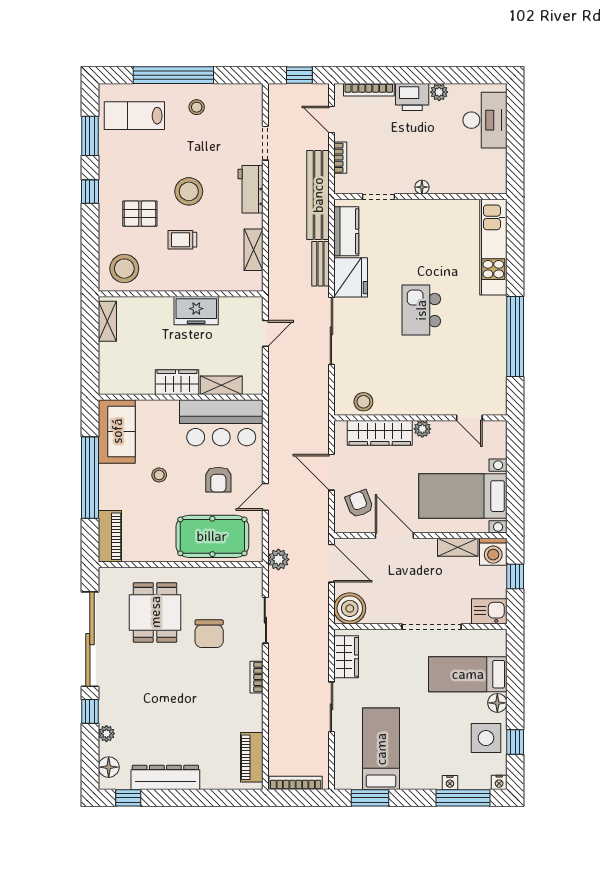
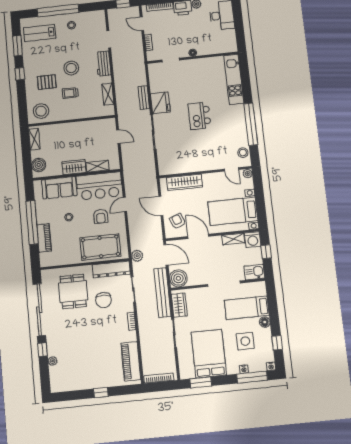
bench: (318, 195) -> (162, 293), moved
kitchen counter: (346, 231) -> (156, 79), removed
freezer: (196, 311) -> (81, 129), removed
door: (265, 333) -> (118, 137), hinge flipped
boiler: (111, 371) -> (39, 165), added
stool: (363, 402) -> (243, 153), moved
plant: (422, 429) -> (248, 174), moved
sofa: (117, 431) -> (59, 188), moved, turned 90
door: (265, 497) -> (125, 204), moved
piano: (110, 536) -> (44, 238), moved
side table: (486, 738) -> (245, 341), moved
bed: (381, 749) -> (209, 354), width x1.50
piano: (252, 757) -> (131, 361), width x1.37, depth x1.33
floor lamp: (109, 767) -> (55, 380), removed
dresser: (165, 777) -> (111, 269), moved, turned 180
window: (128, 798) -> (101, 393), moved

